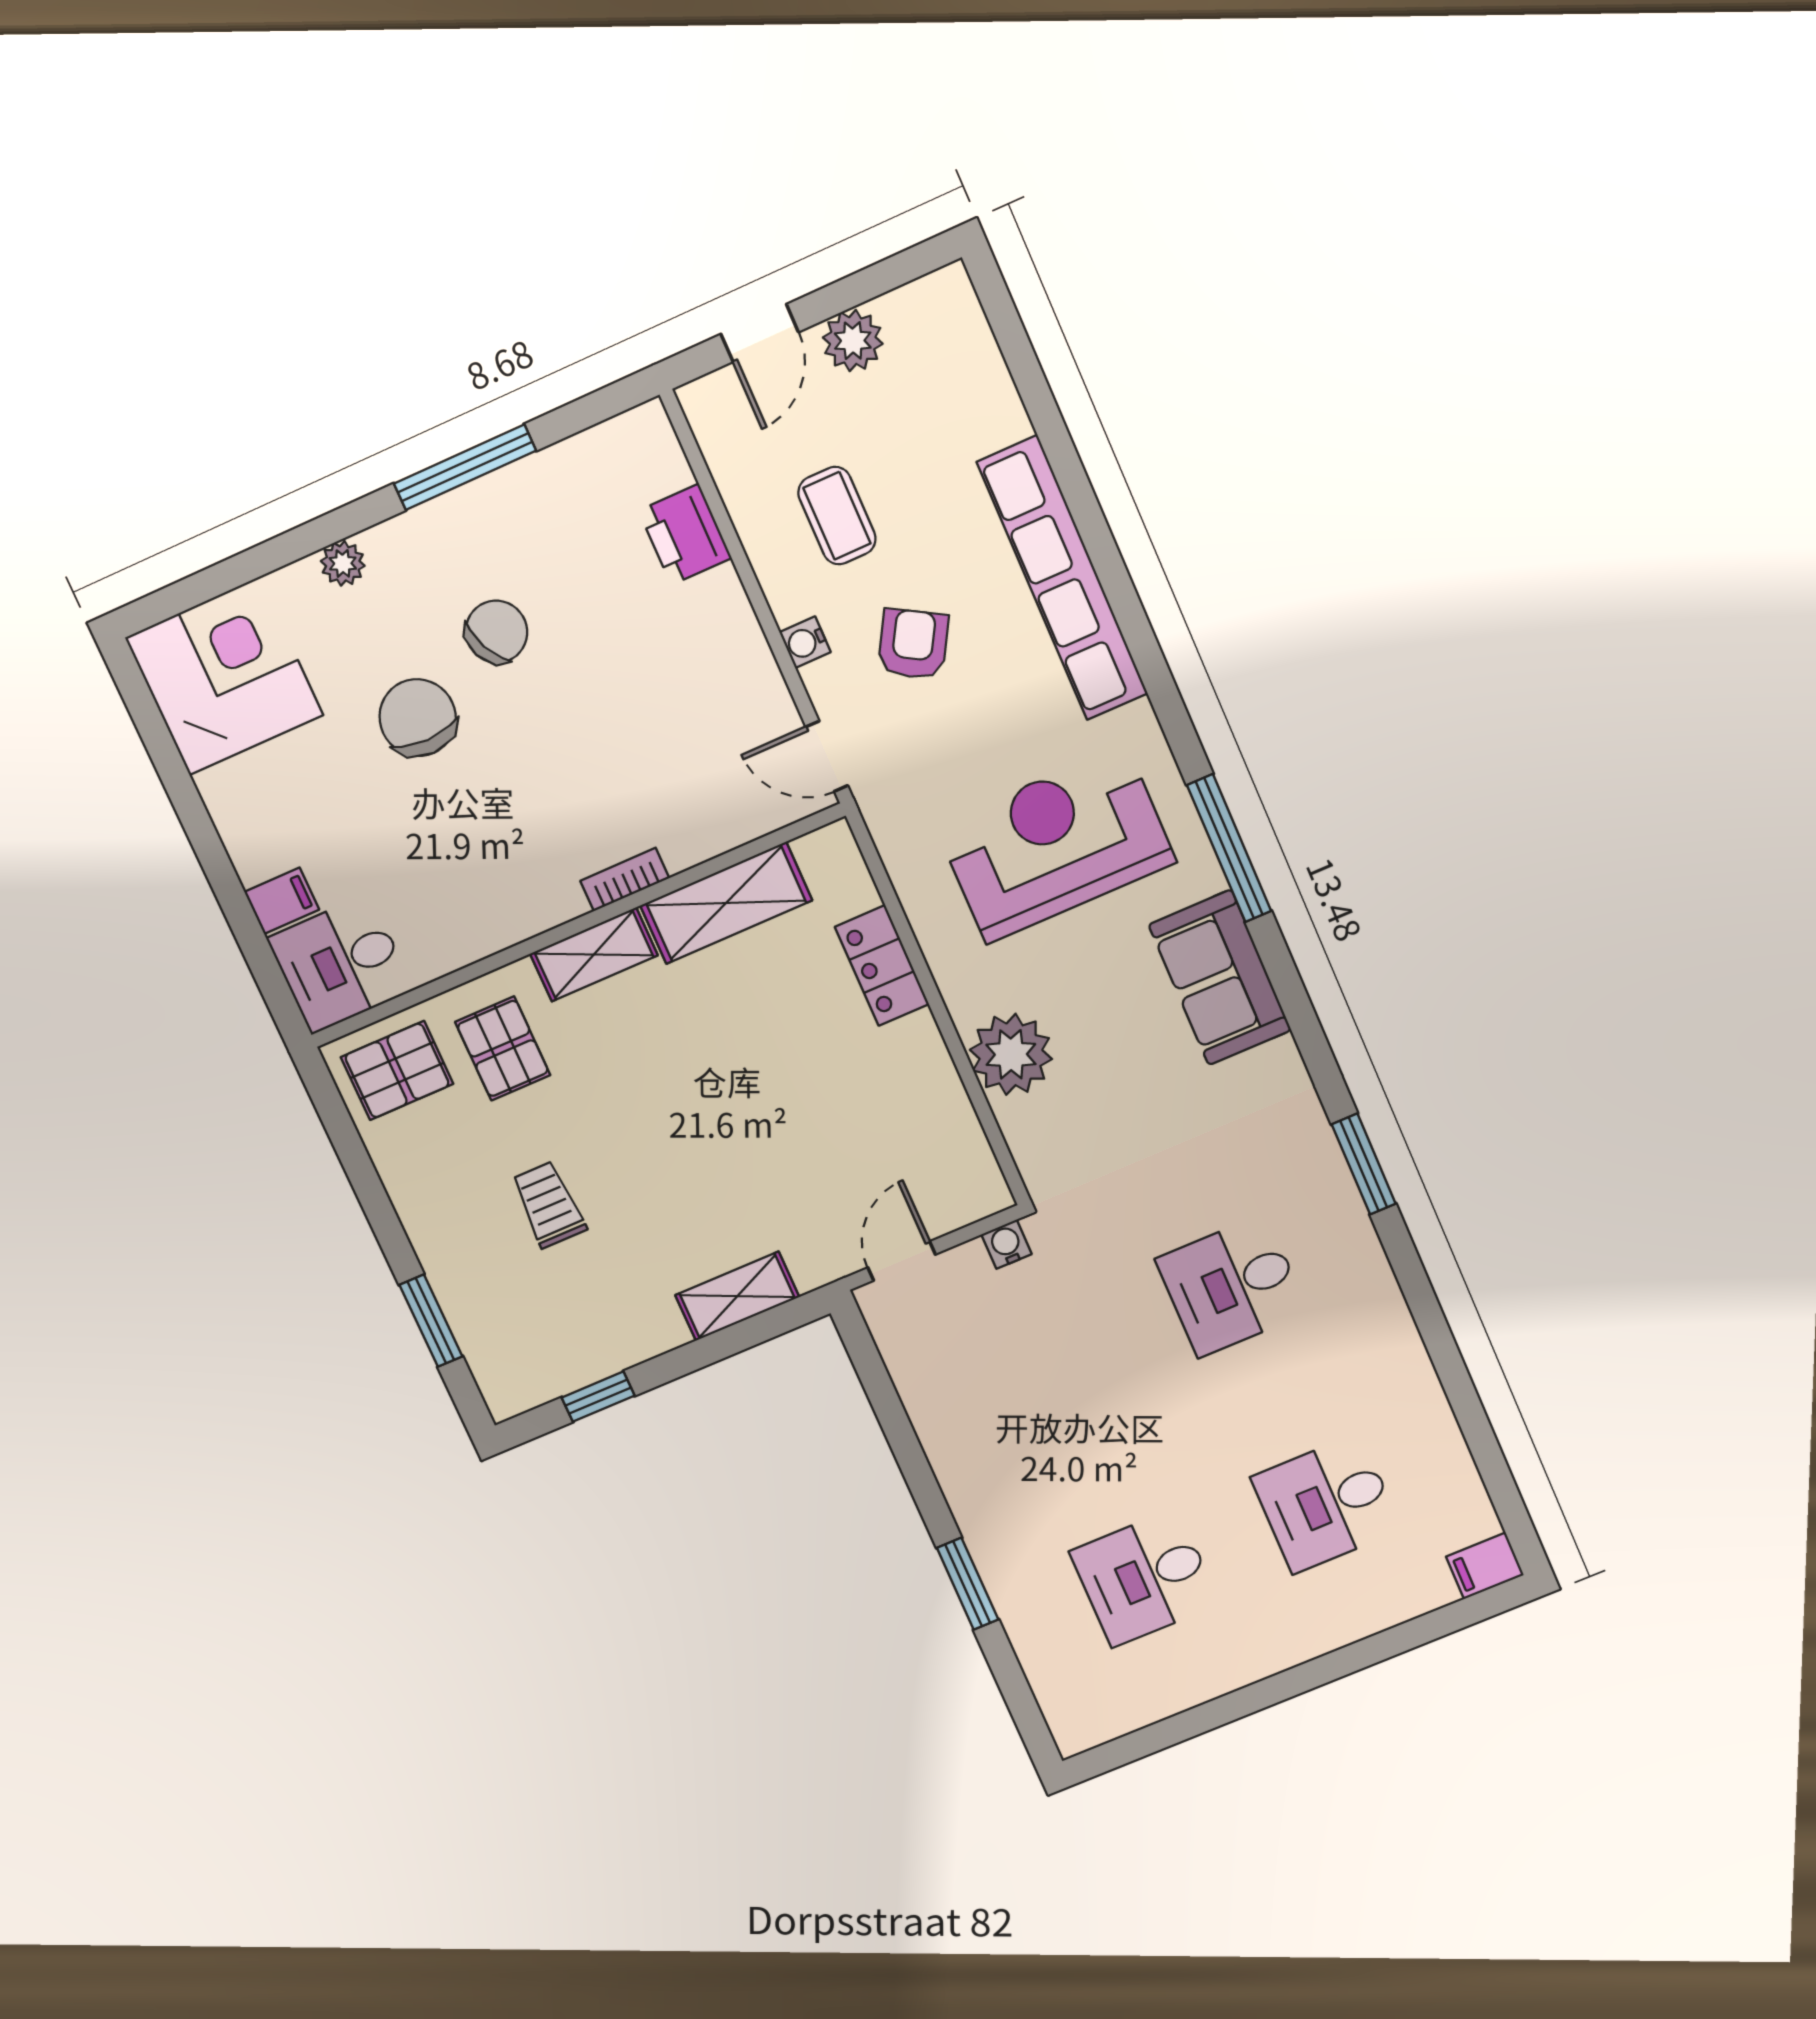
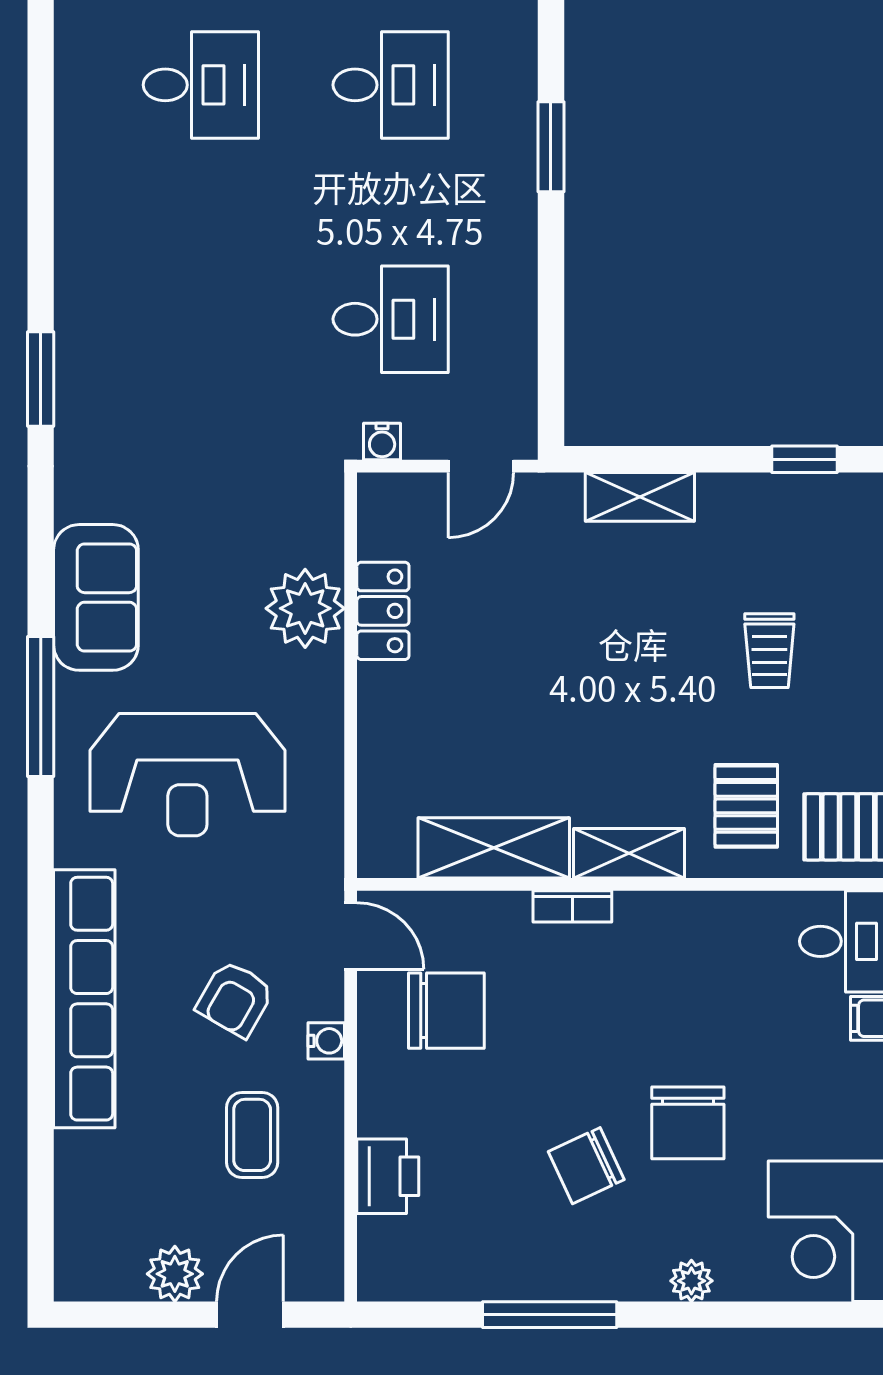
chair: (701, 724) -> (446, 1011), added
locker: (882, 966) -> (383, 611), moved
desk: (1232, 1286) -> (391, 319), moved

